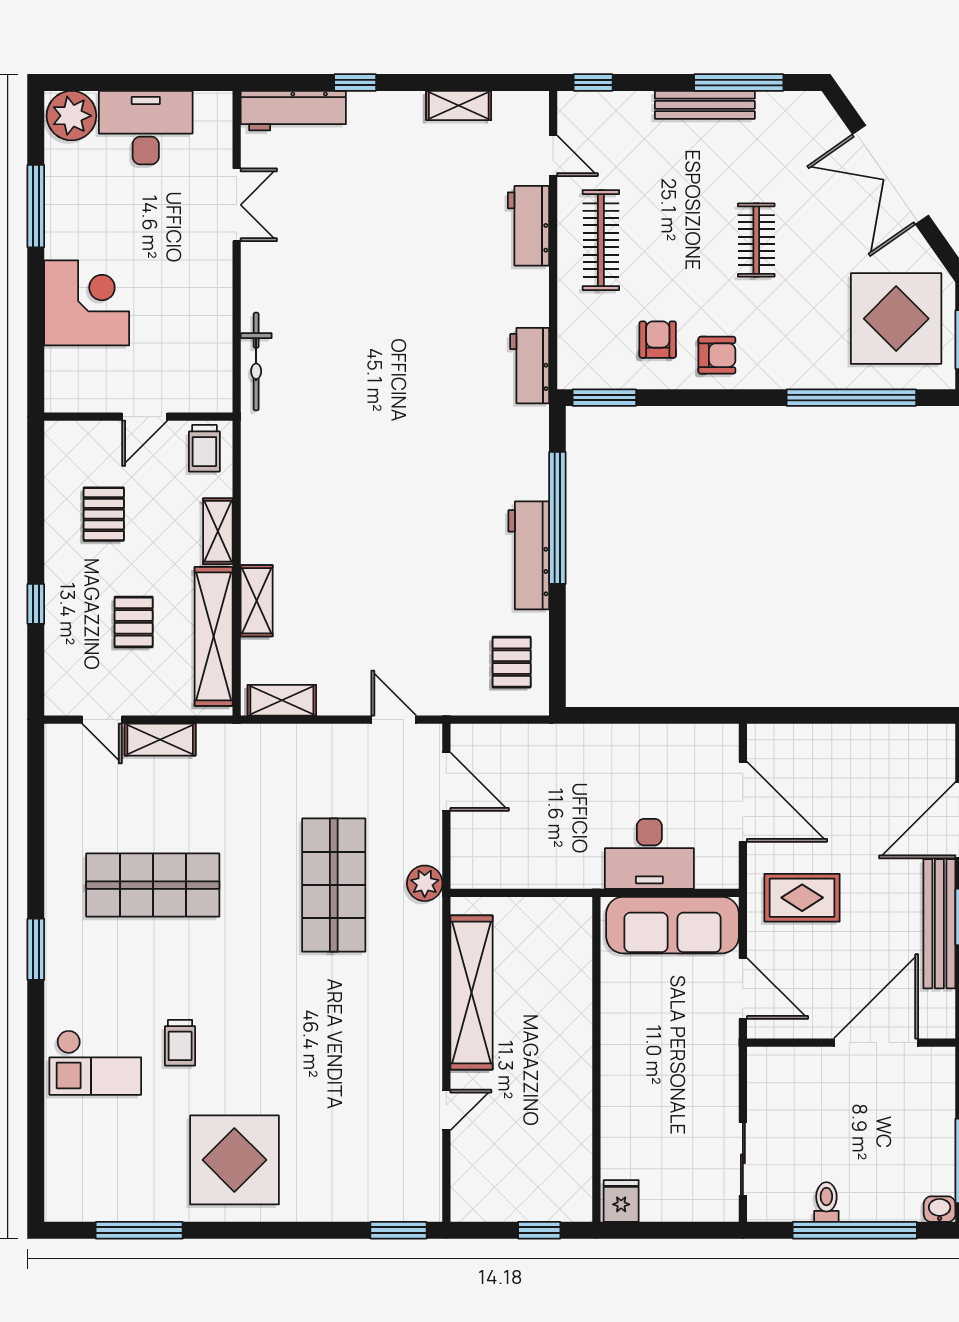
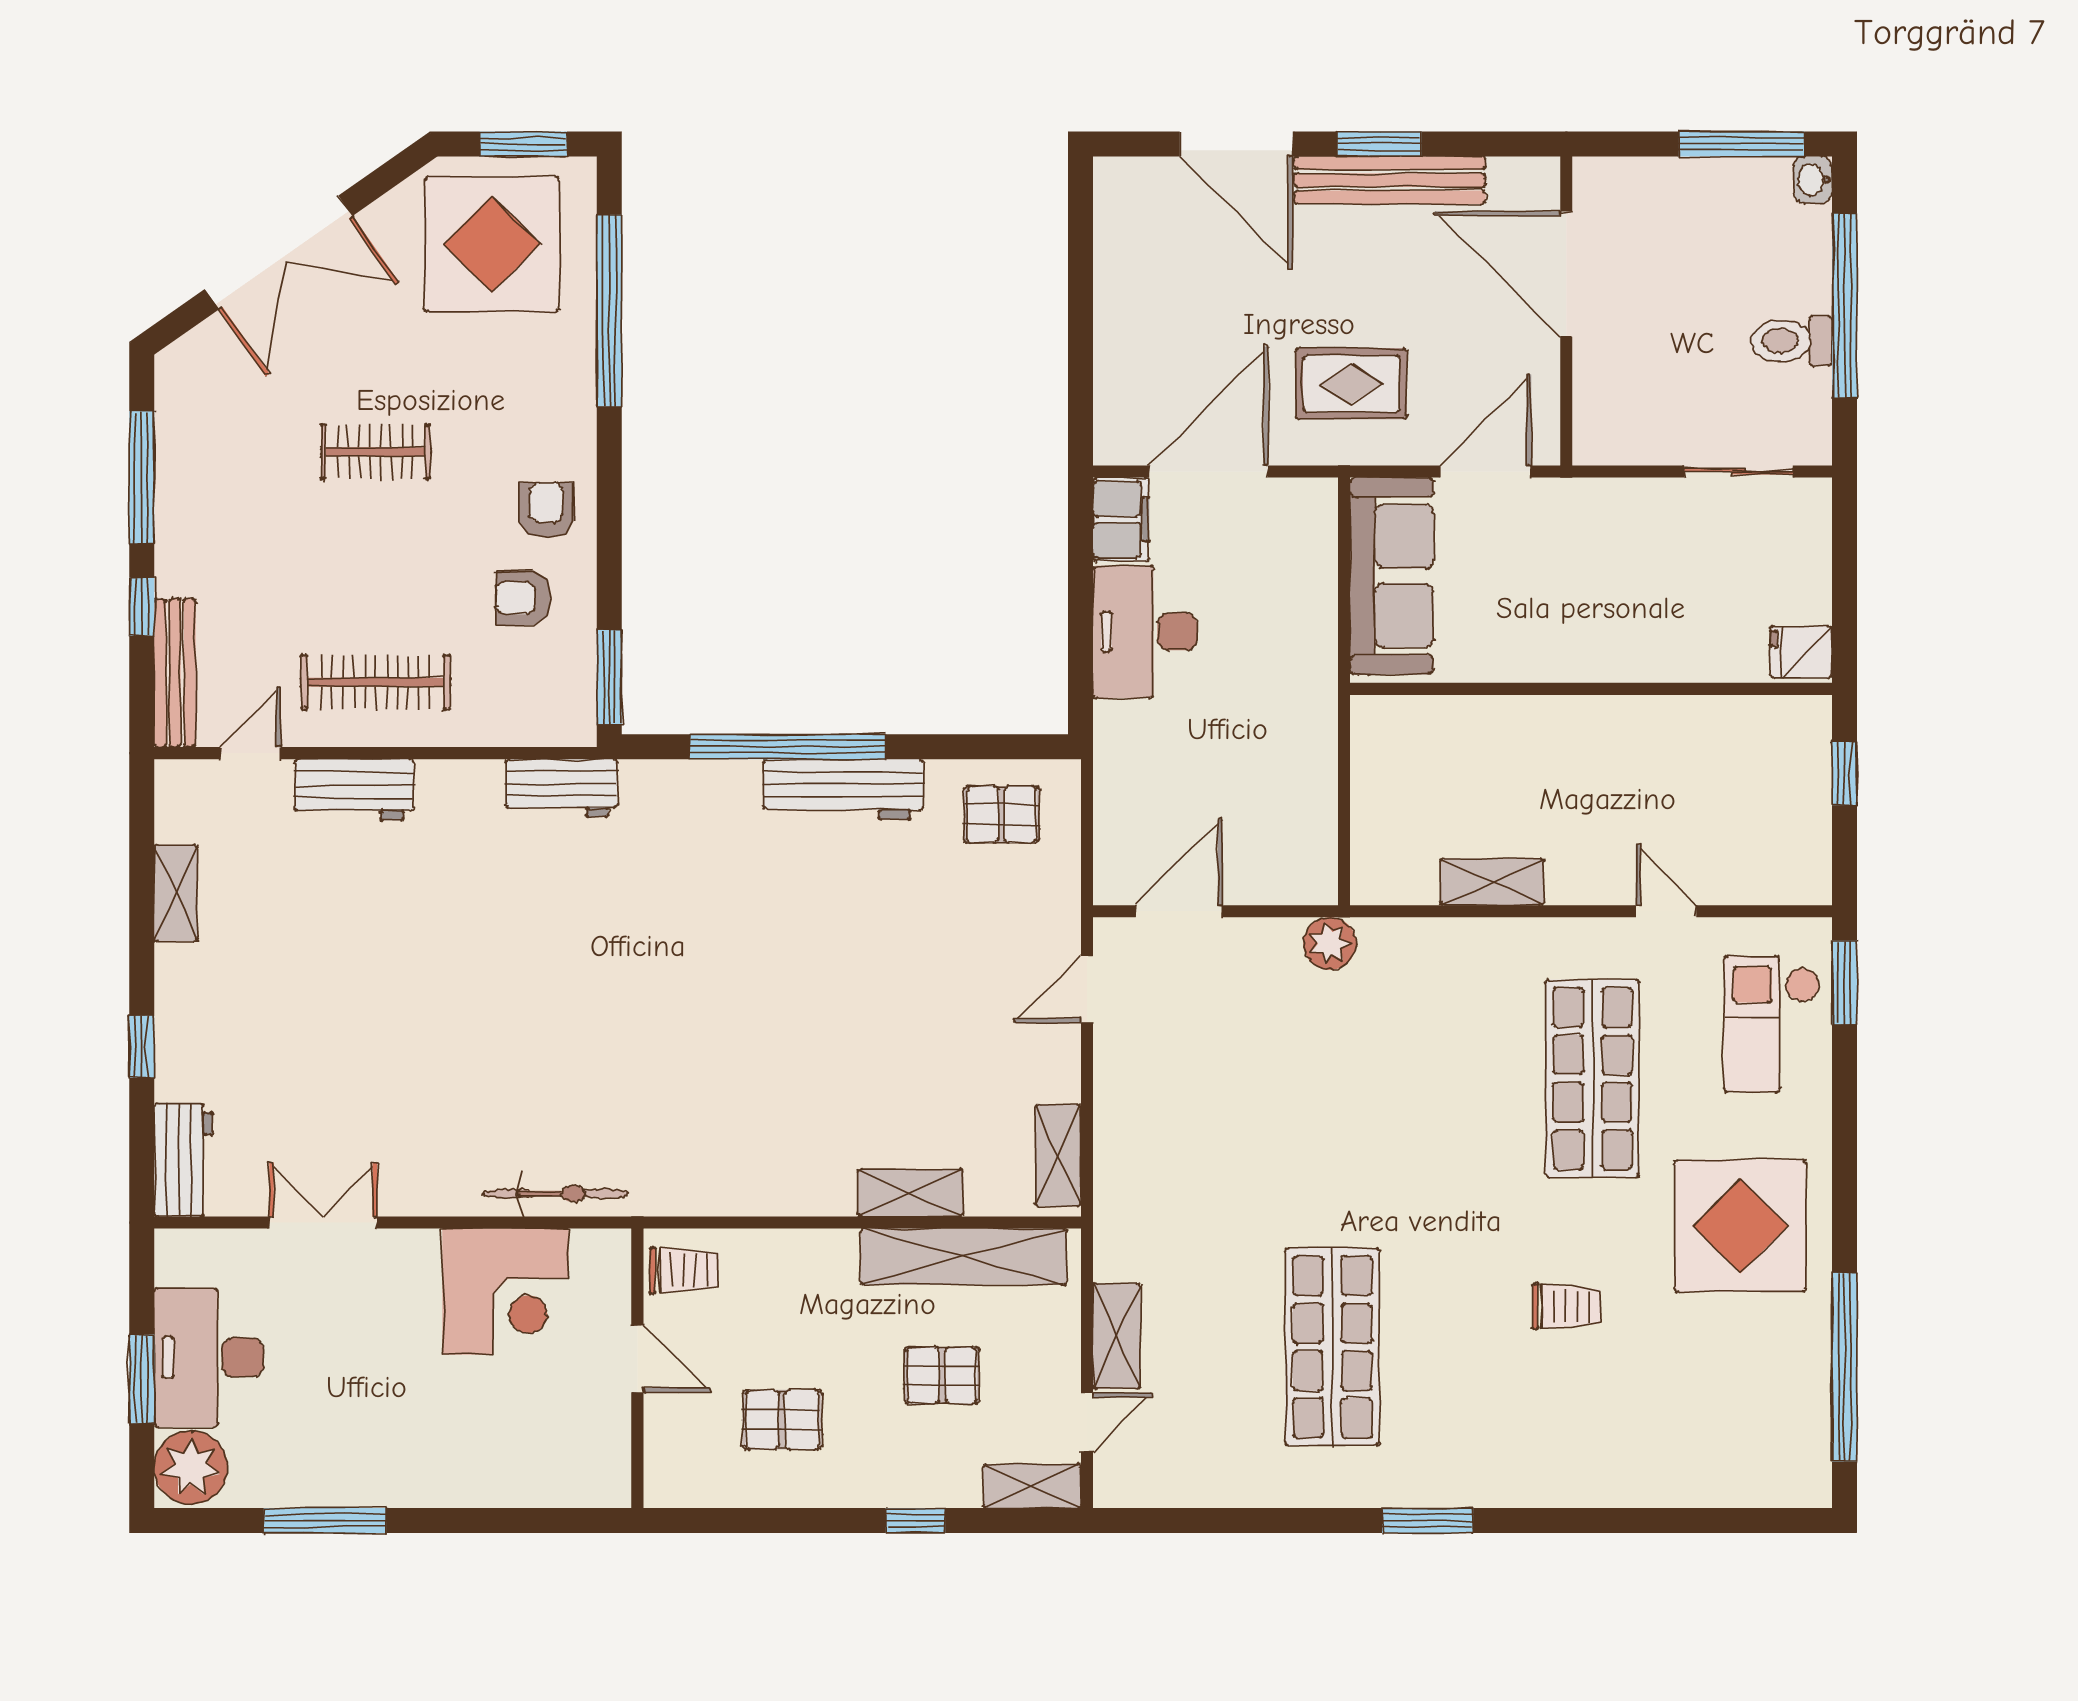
window: (131, 83) -> (142, 1379), added
window: (593, 83) -> (142, 607), moved
bench: (705, 105) -> (175, 673), moved
workbench: (293, 111) -> (183, 1160), width x0.73
corner desk: (87, 303) -> (505, 1292), moved, turned 180
shelving: (218, 531) -> (1032, 1486), moved
filing cabinet: (711, 743) -> (1121, 520), added
desk: (649, 854) -> (1145, 632), moved, turned 180
shop shelf: (334, 885) -> (1593, 1078), moved, turned 90
rug: (802, 898) -> (1351, 384), turned 90
shelving: (471, 993) -> (1492, 882), width x0.45, depth x0.75
checkout: (95, 1063) -> (1772, 1024), moved, turned 180
toilet: (826, 1202) -> (1791, 341), width x1.37, depth x1.39
window: (139, 1230) -> (1844, 1367), width x1.46

